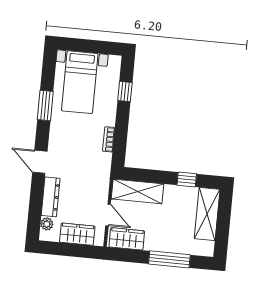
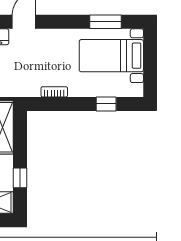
window: (45, 105) -> (106, 22), moved

